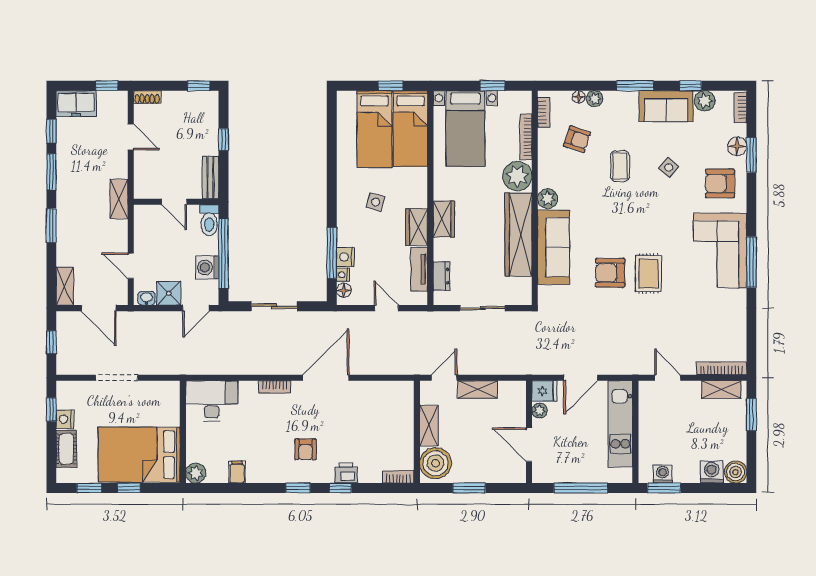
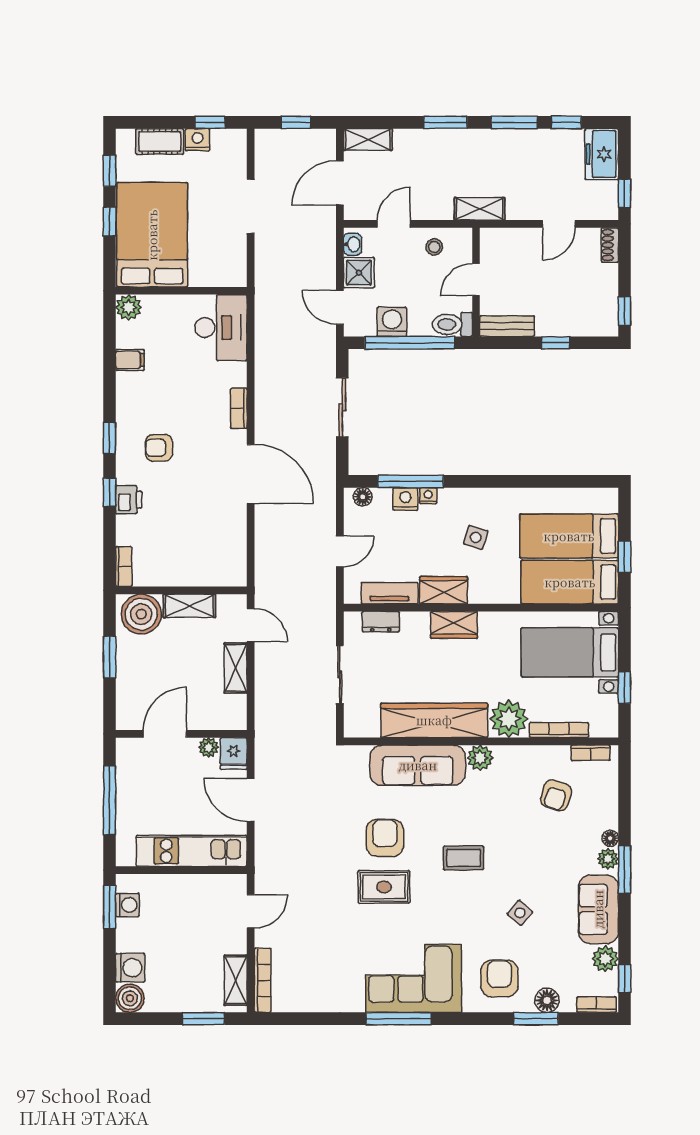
window: (691, 86) -> (625, 979), moved
floor lamp: (579, 97) -> (610, 838), moved
plant: (595, 99) -> (608, 859), moved
coffee table: (620, 166) -> (464, 858), moved
stool: (149, 234) -> (434, 247), added
nightstand: (343, 275) -> (428, 496), moved

